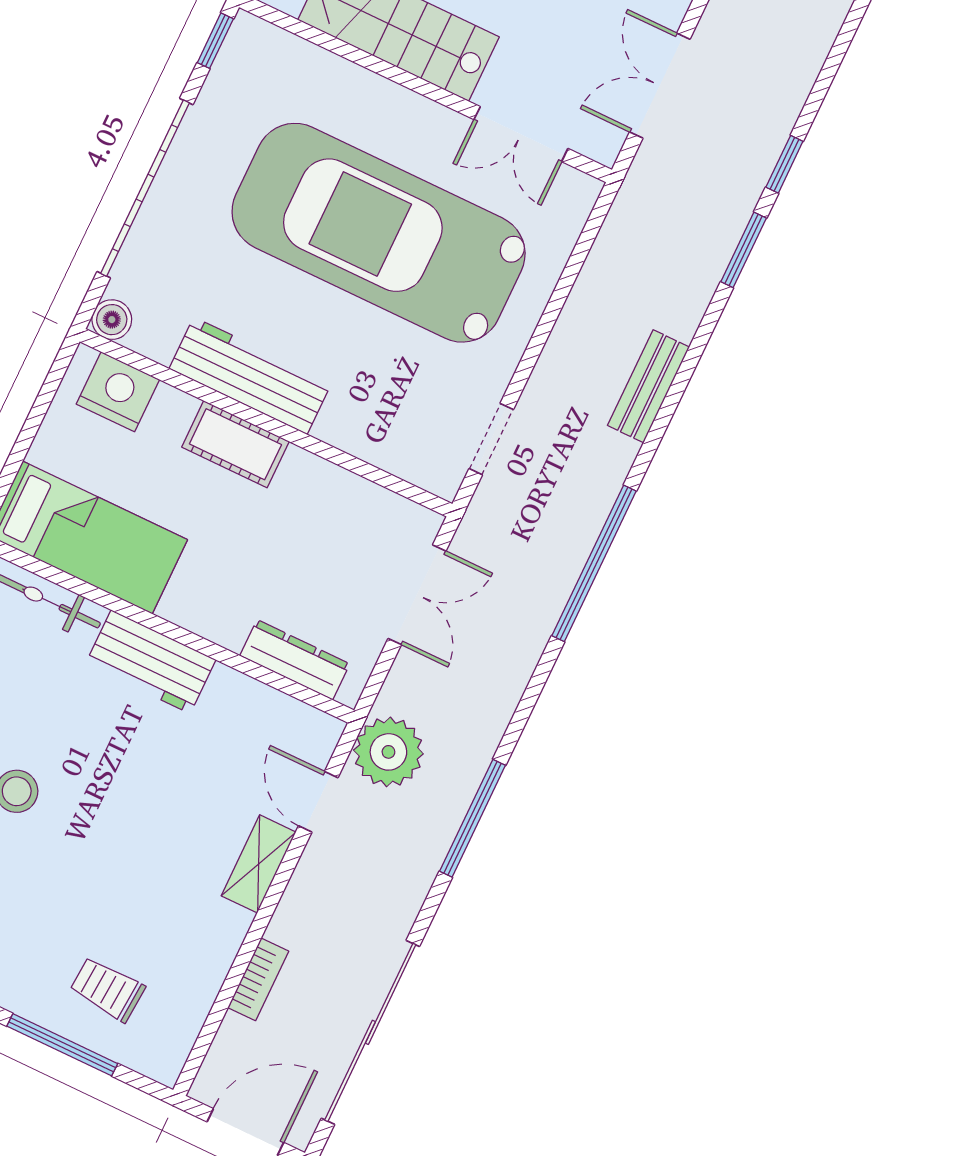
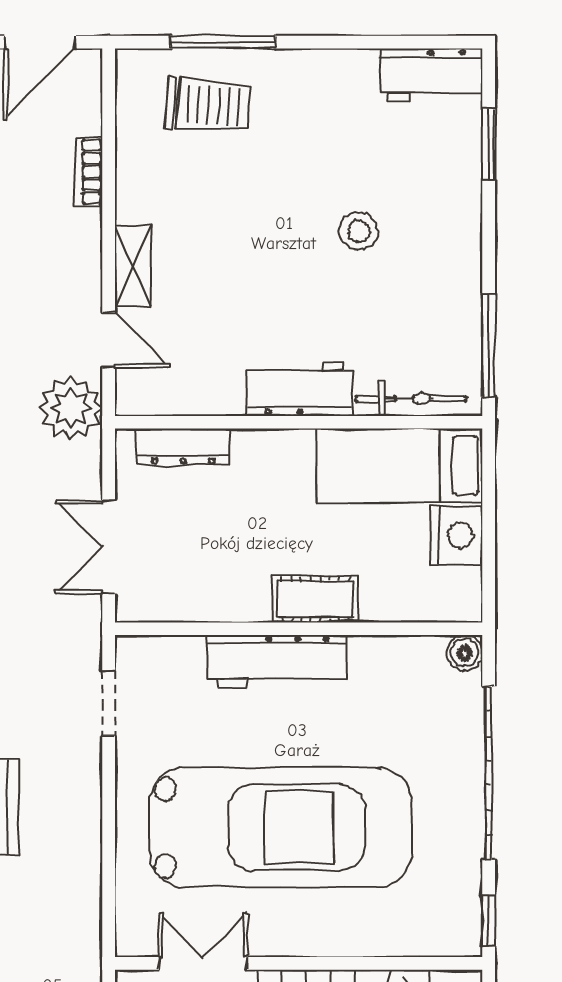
workbench: (250, 376) -> (277, 661), moved
nightstand: (118, 392) -> (456, 535), moved, turned -90
trolley: (107, 989) -> (208, 105), width x1.36, depth x1.39

